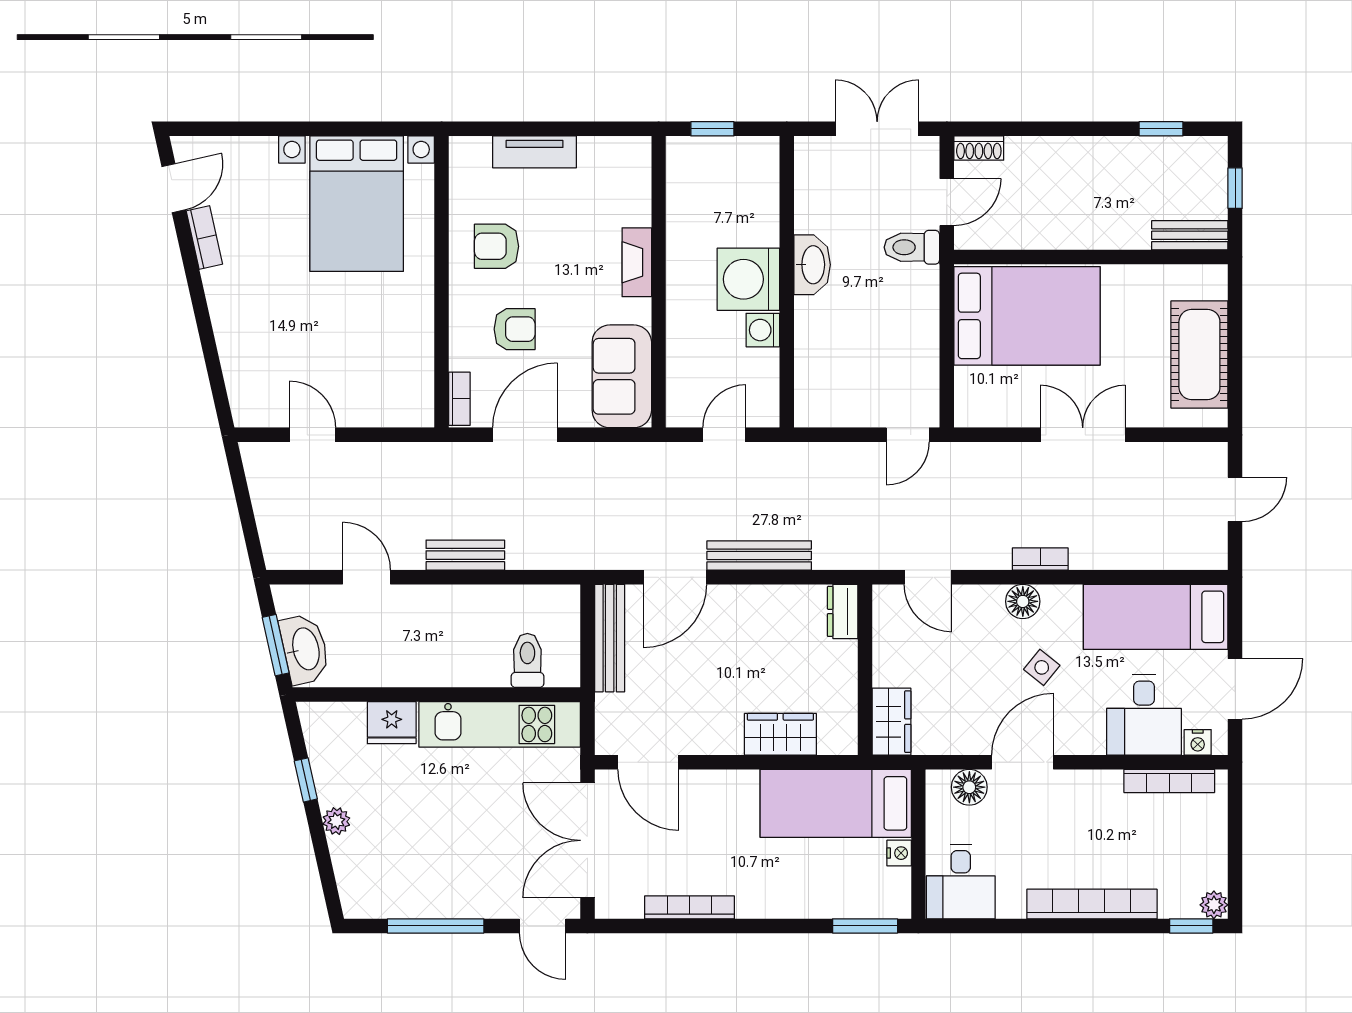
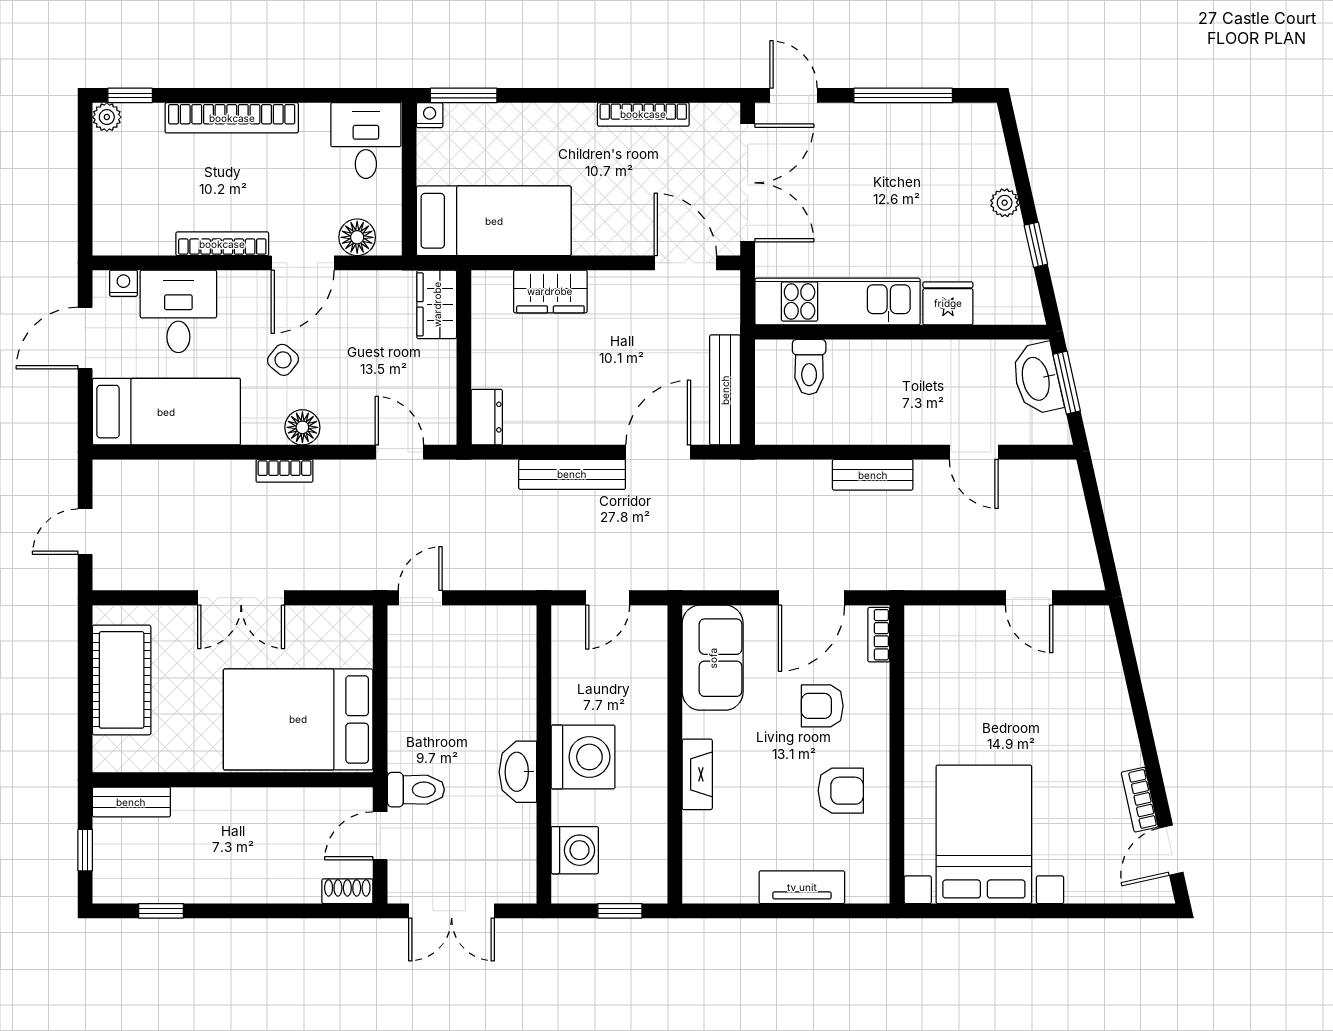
washing machine: (763, 330) -> (575, 850), moved, width x1.38, depth x1.38
bookcase: (1169, 781) -> (222, 244), moved
nightstand: (899, 853) -> (430, 115), moved, turned 90

